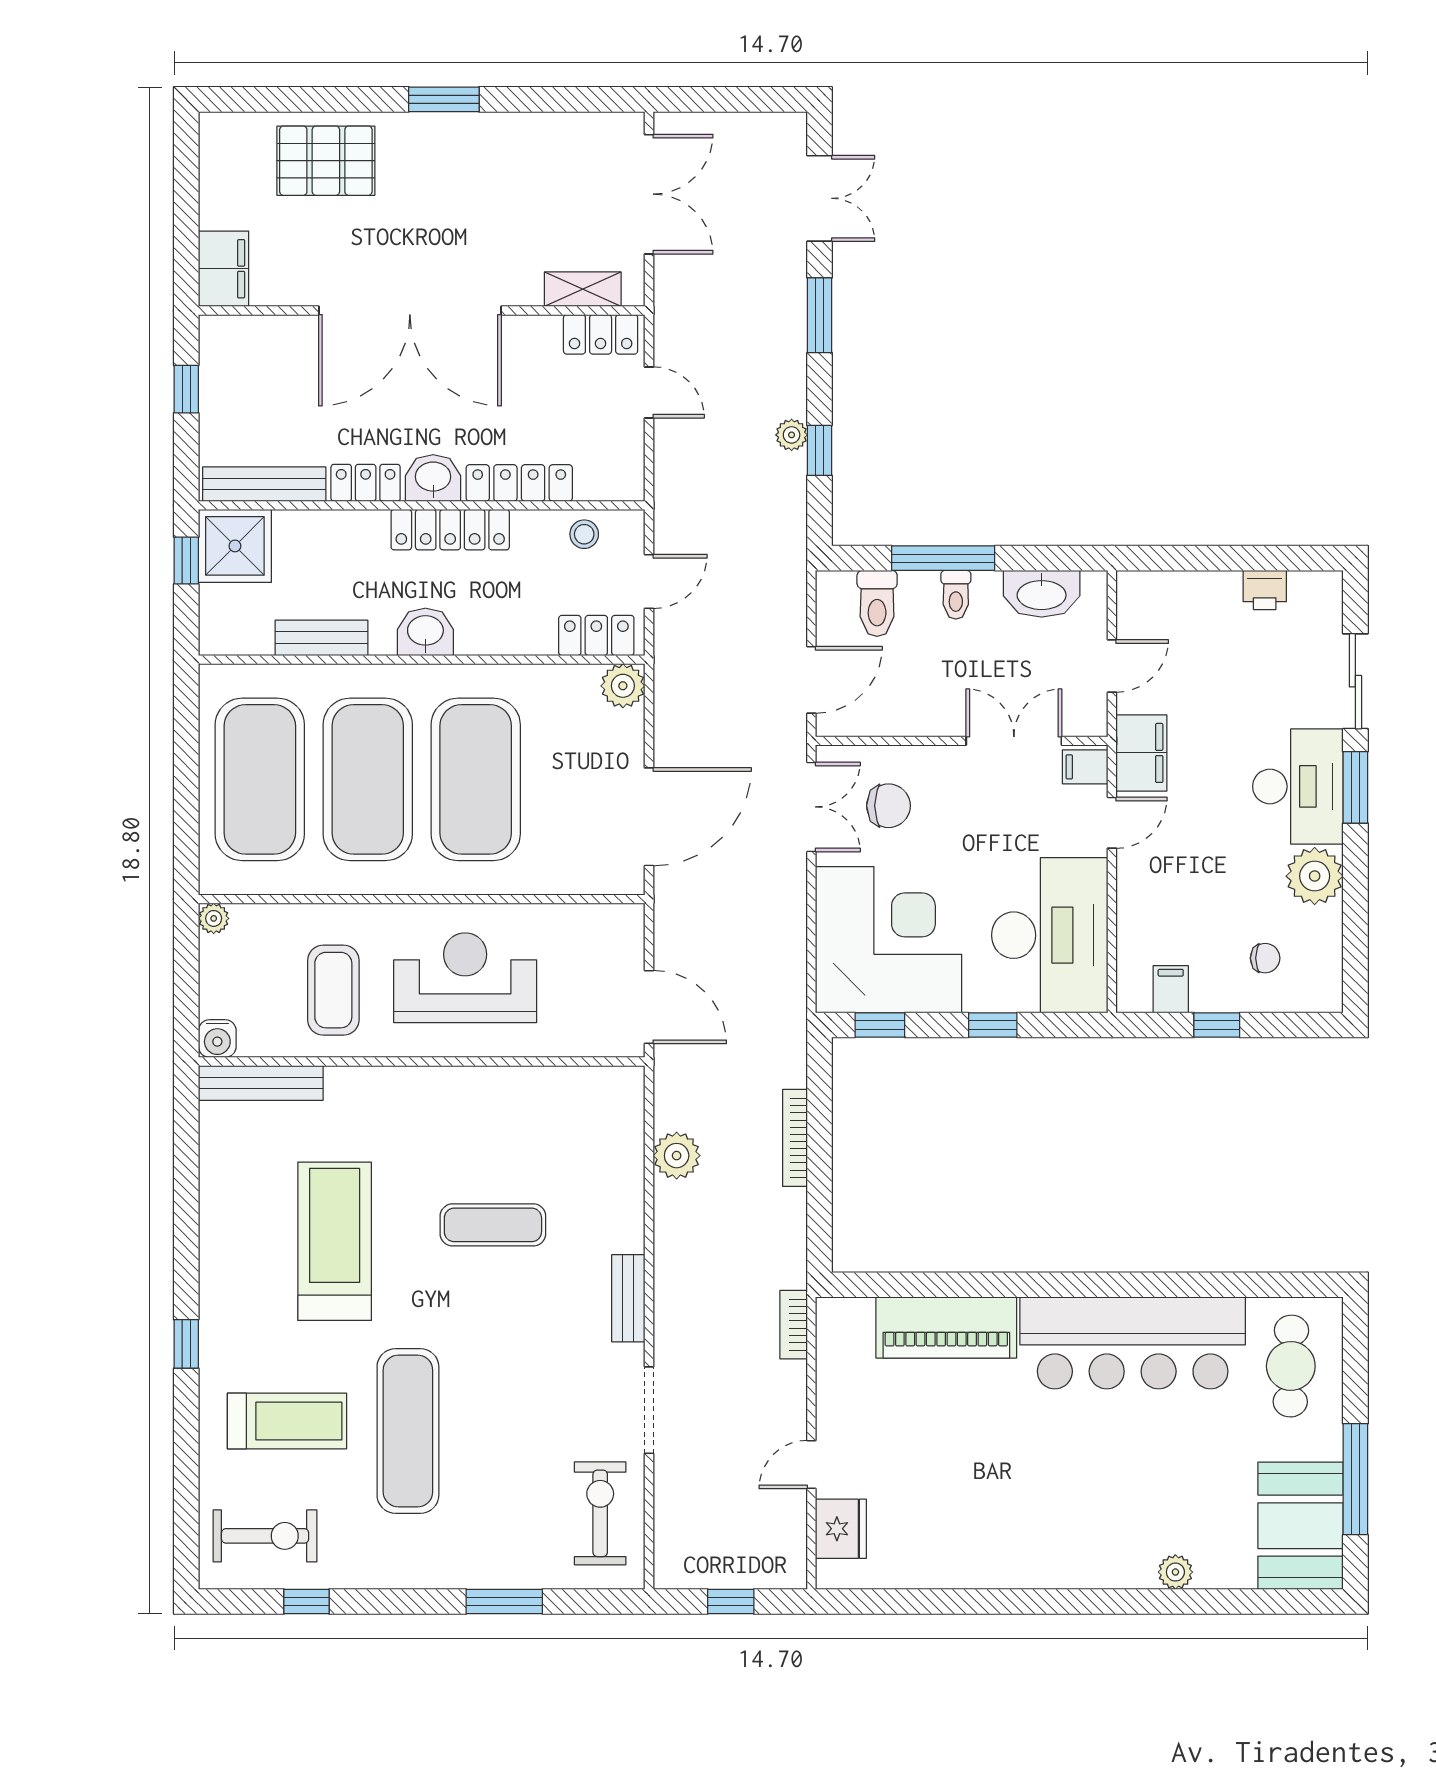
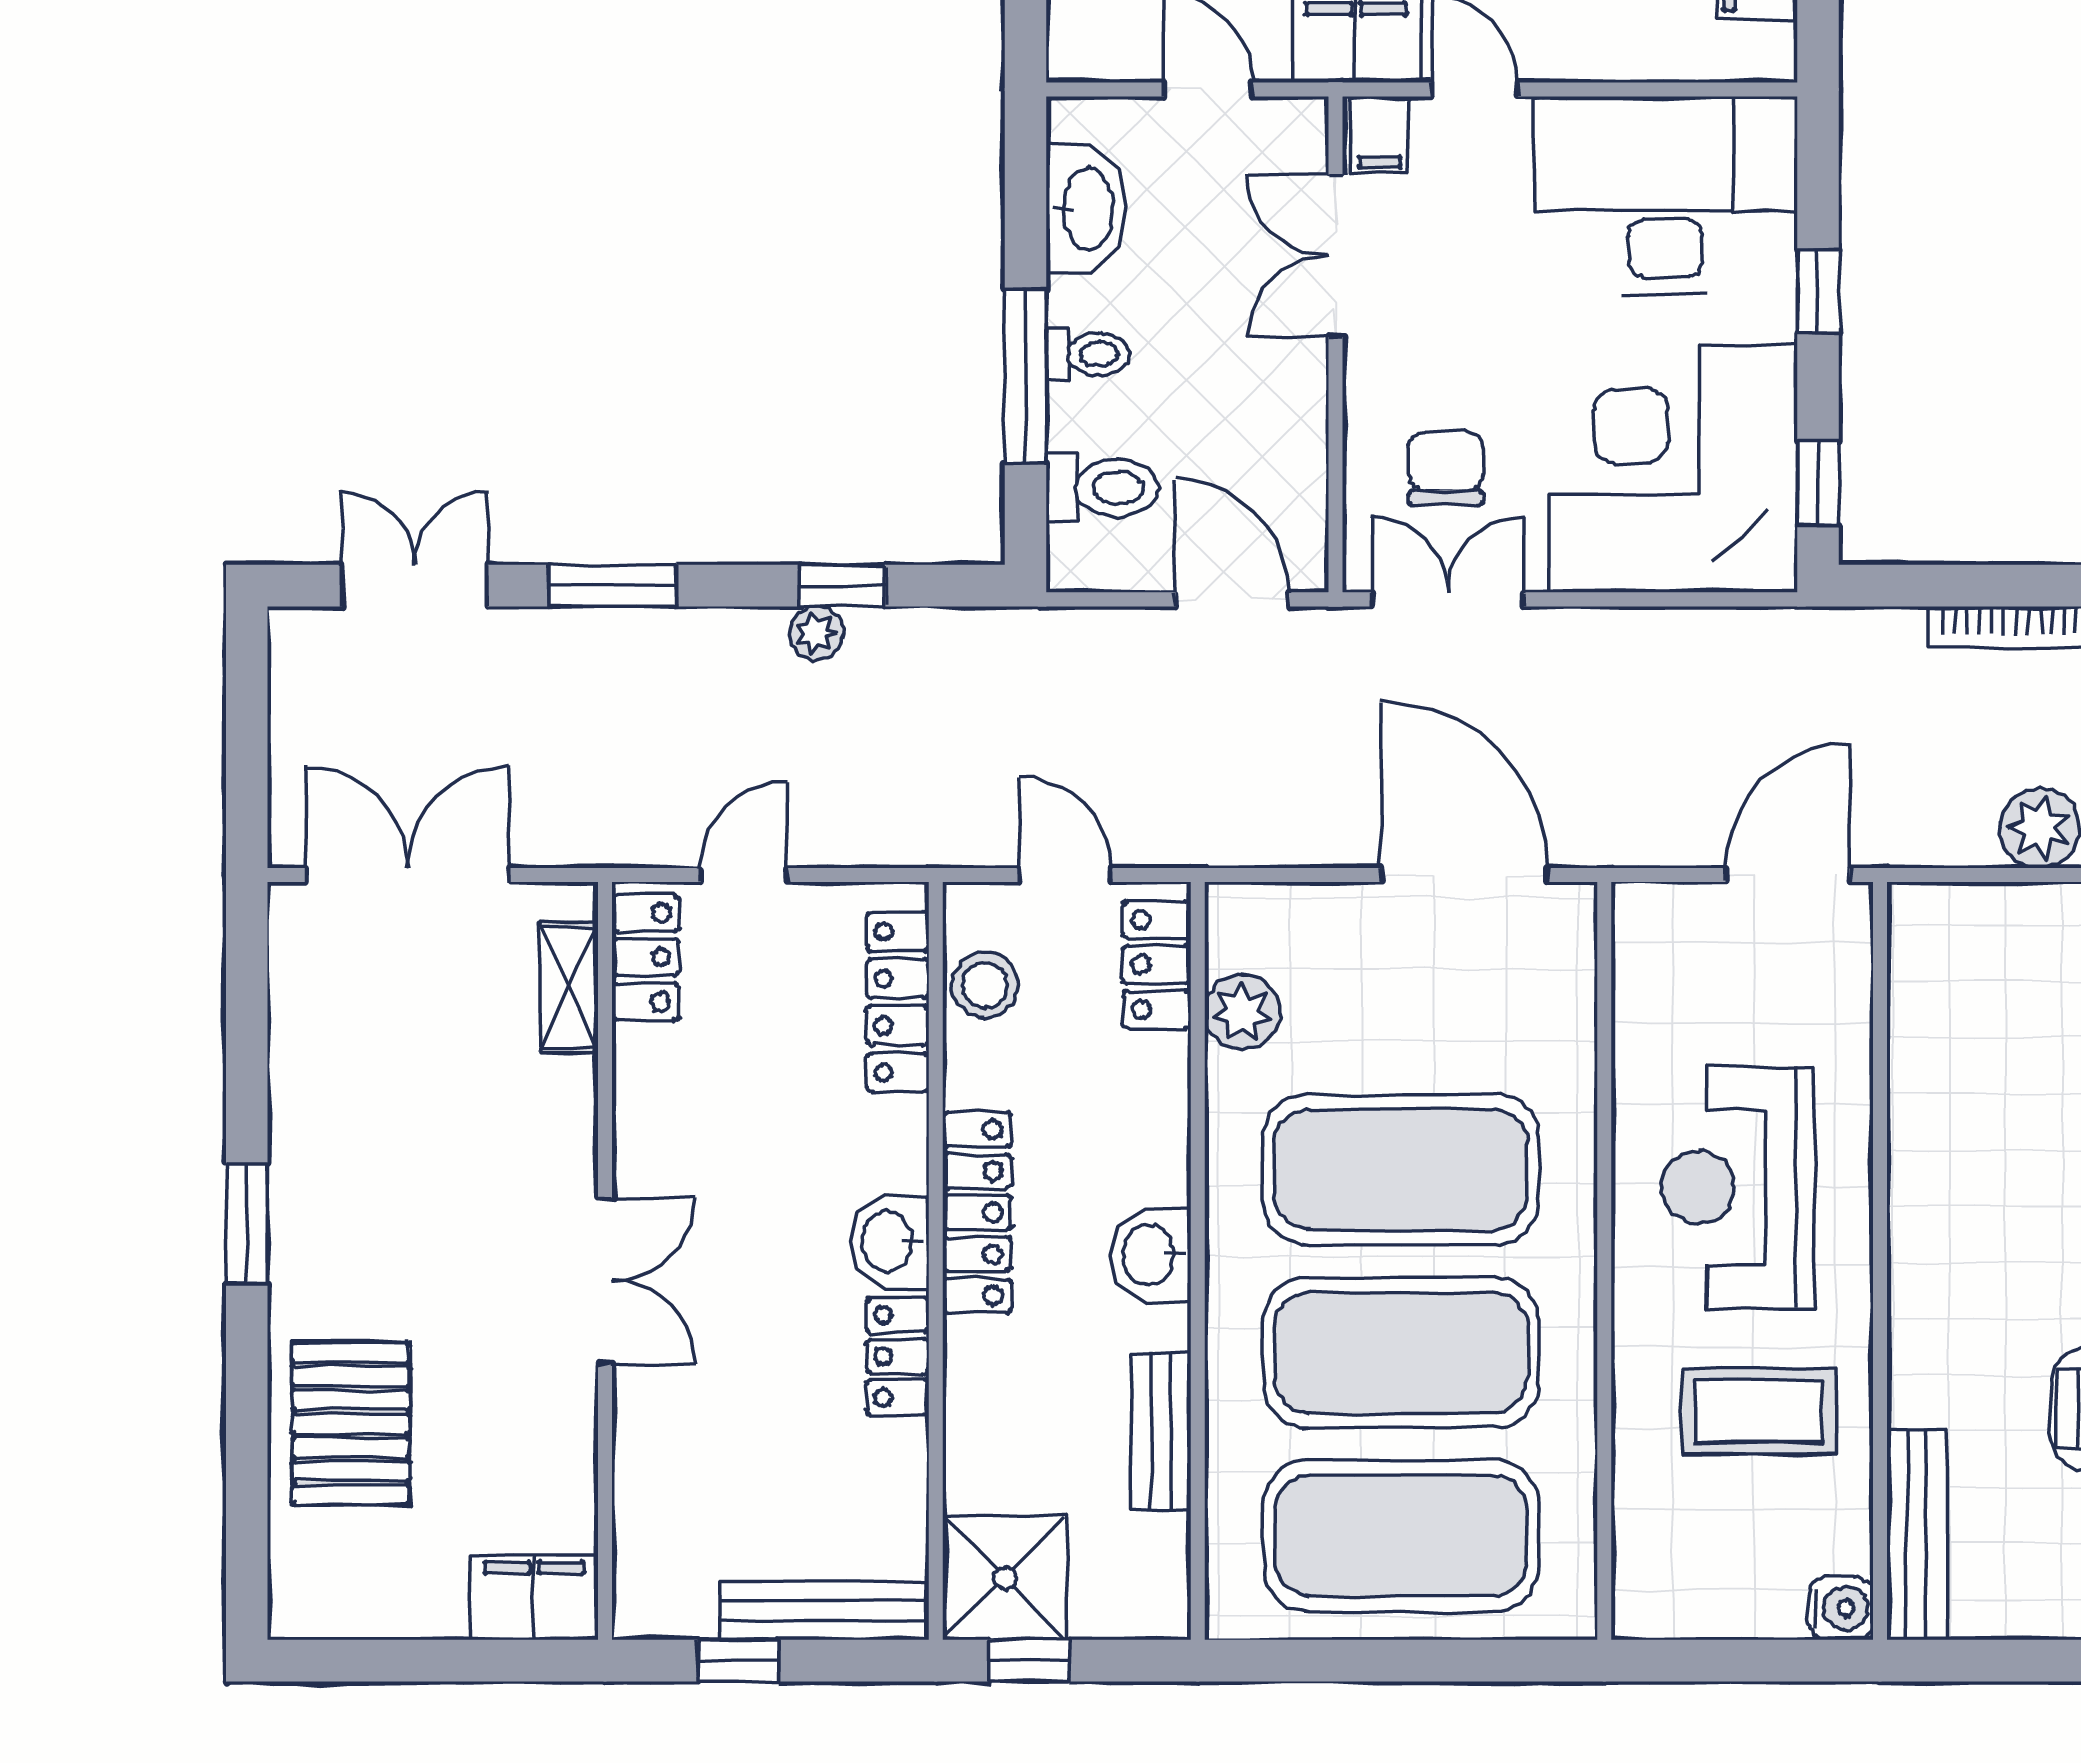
double door: (410, 310) -> (605, 1281), width x0.54
locker: (519, 483) -> (898, 1002), moved
bench: (264, 484) -> (824, 1611), moved, turned 90
stool: (584, 534) -> (985, 985), width x1.37, depth x1.37
plant: (623, 686) -> (1242, 1012), moved
plant: (214, 918) -> (1637, 1614), removed

